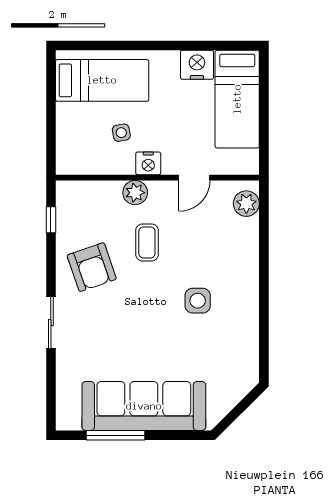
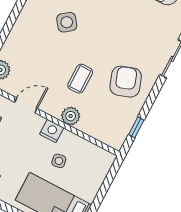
side table: (198, 301) -> (67, 22), turned -37

